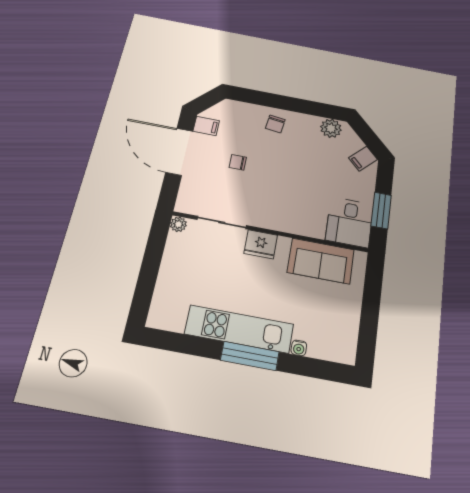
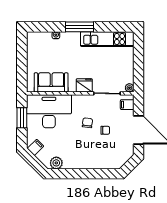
chair: (275, 124) -> (87, 123), moved
filing cabinet: (206, 126) -> (127, 105), moved
desk: (350, 222) -> (49, 111), width x1.87, depth x1.30
kitchen unit: (239, 329) -> (107, 39), moved

